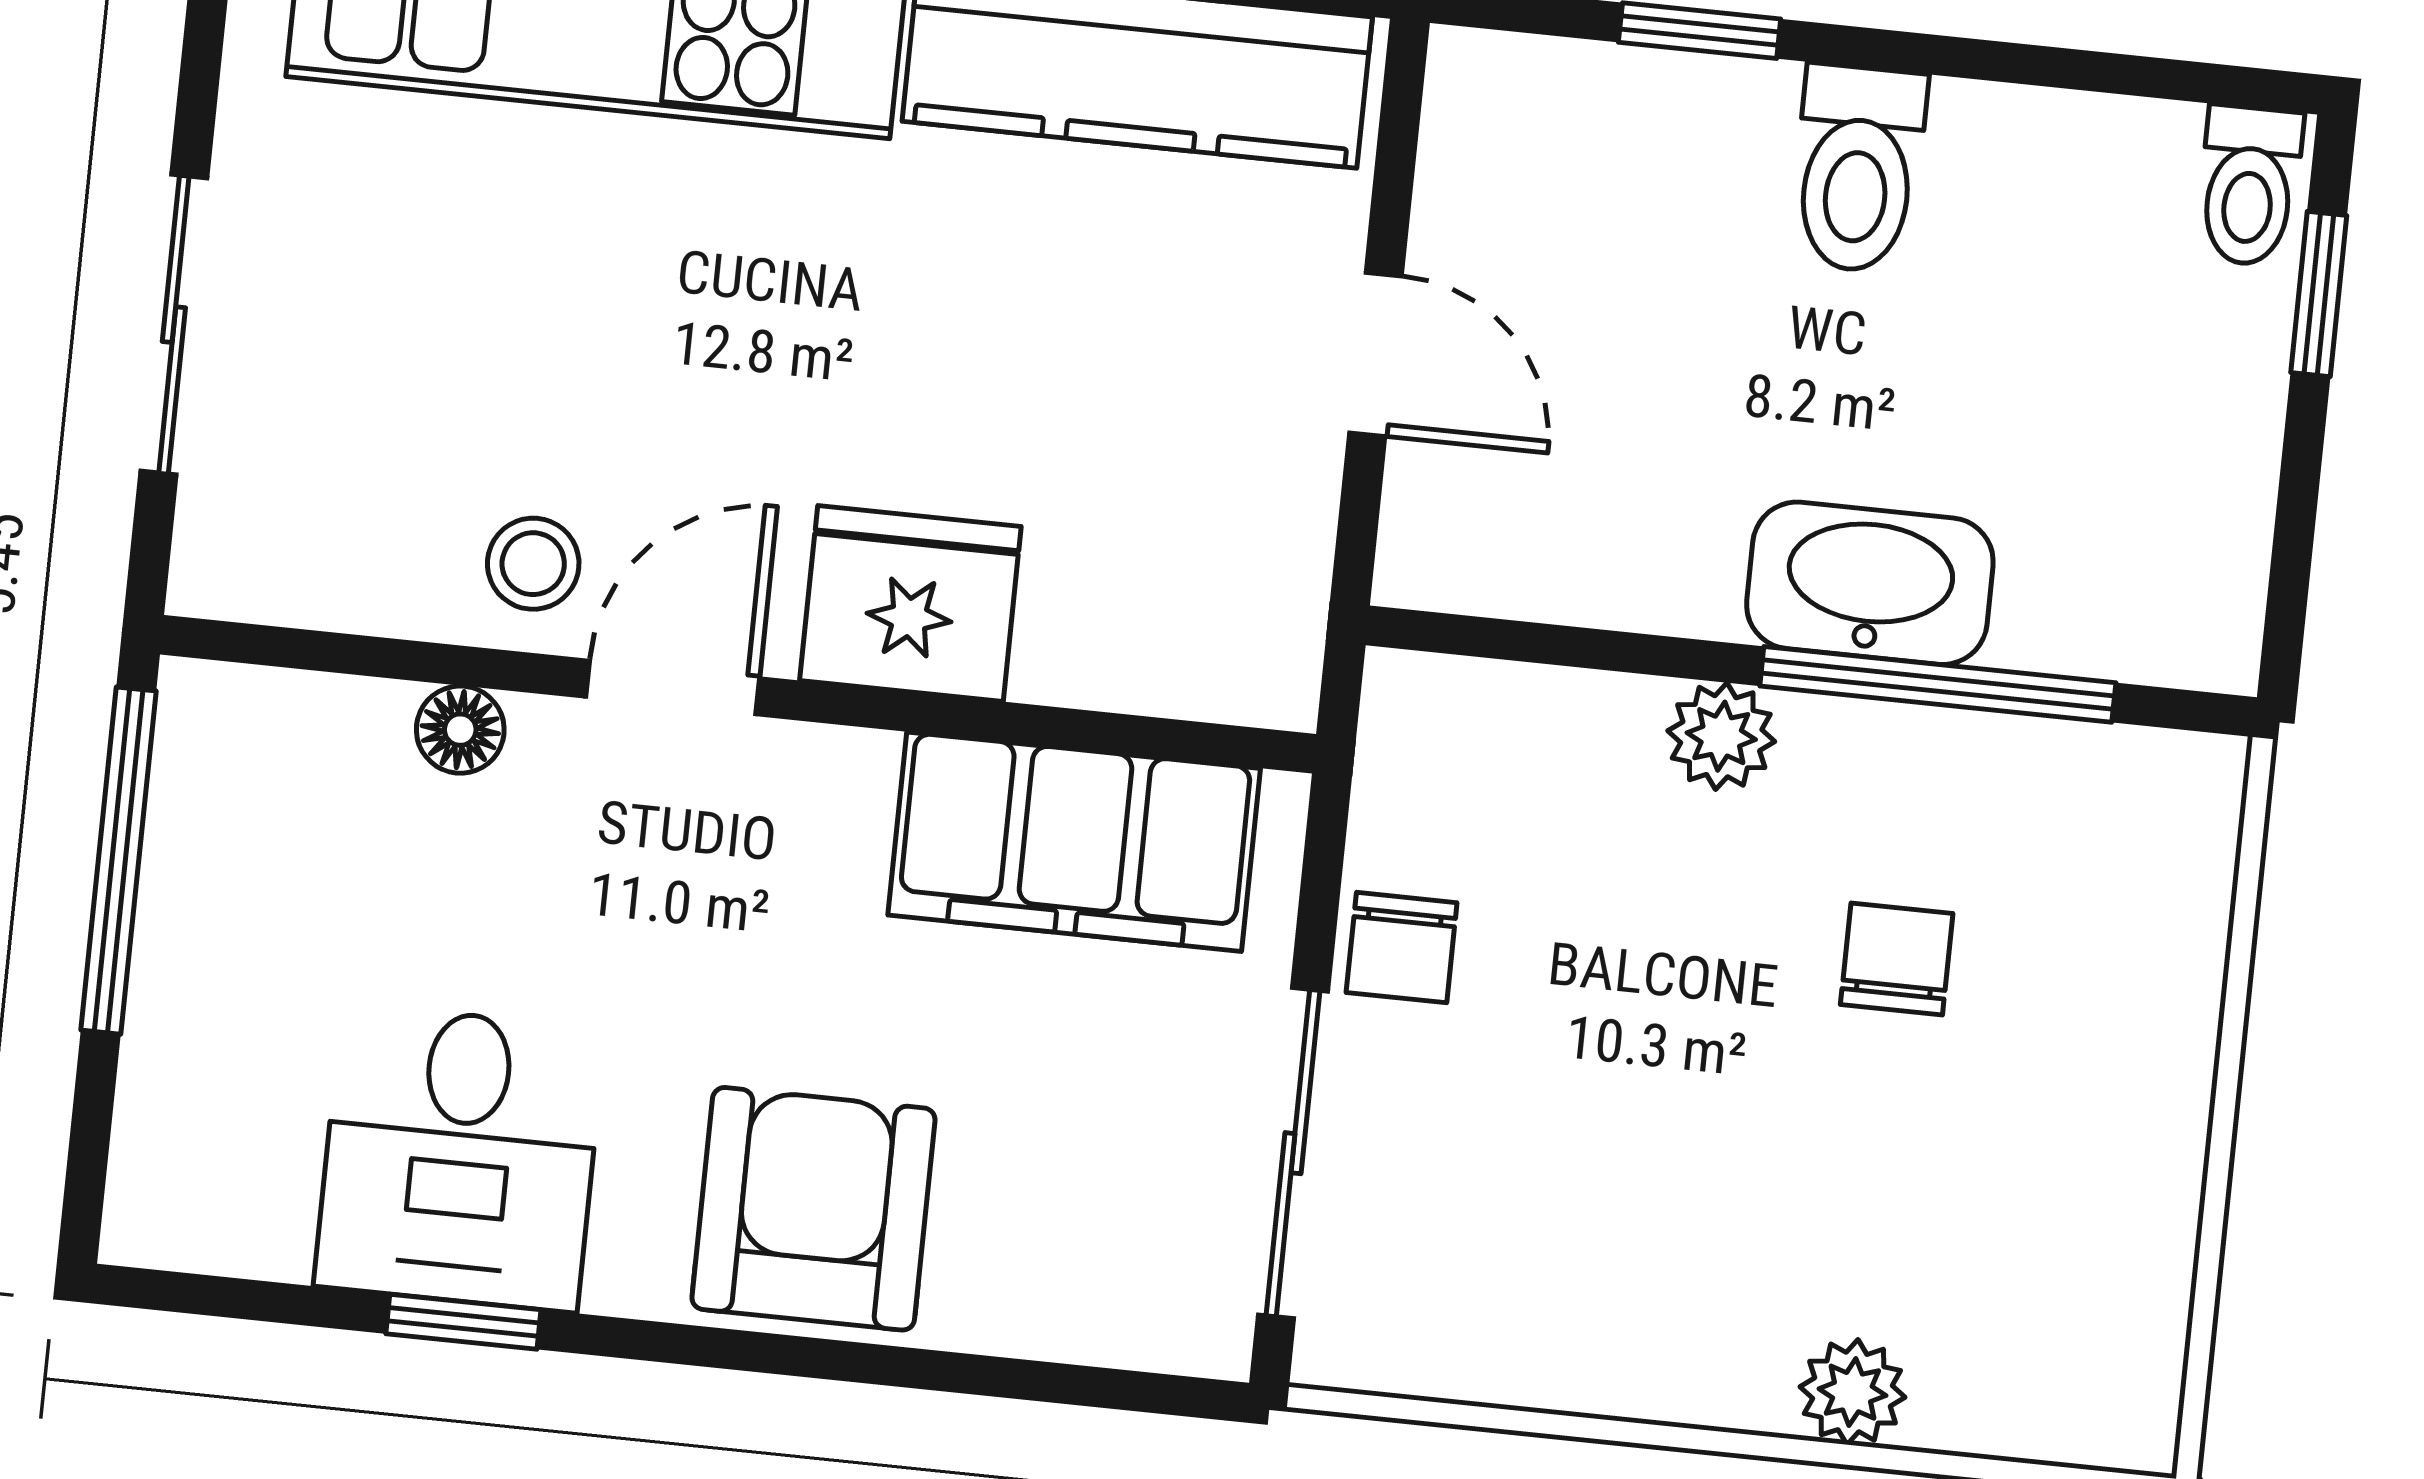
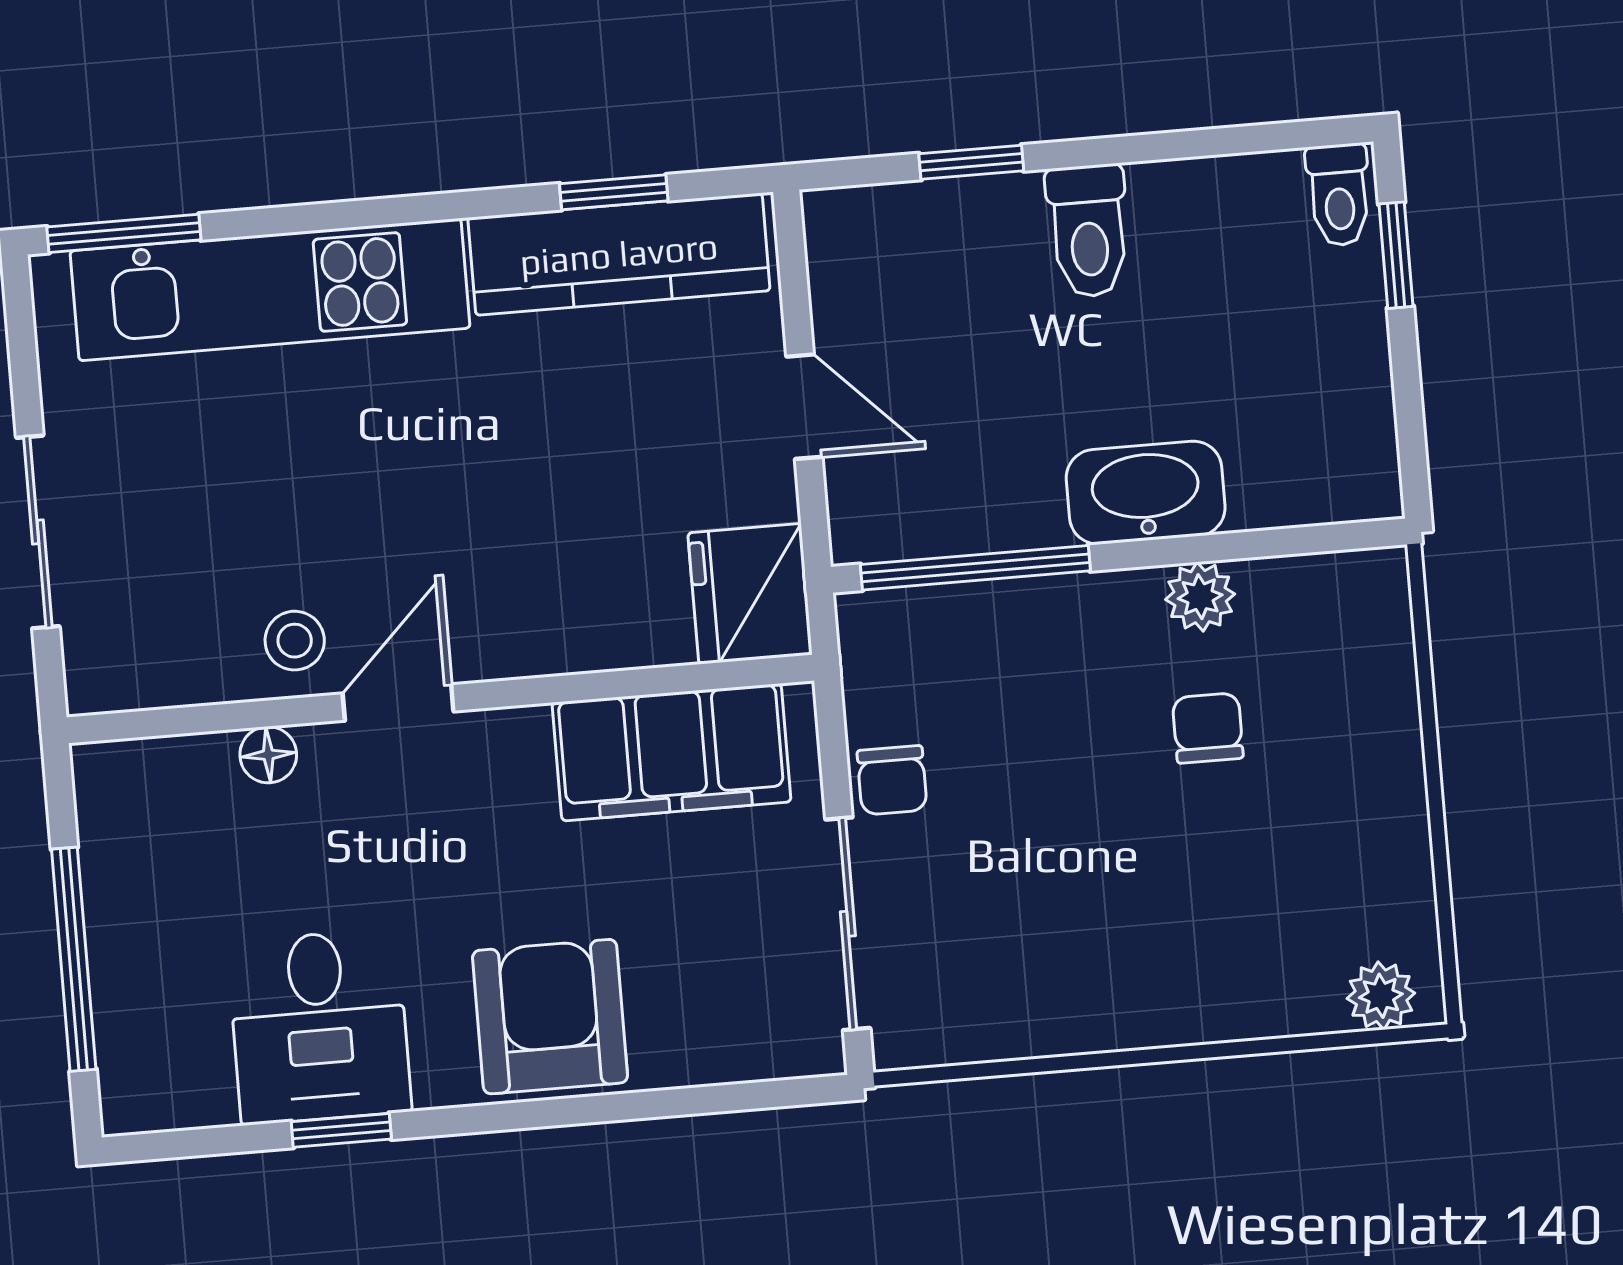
fridge: (910, 604) -> (750, 594), moved, turned -90
window: (1938, 684) -> (975, 568), moved
plant: (1721, 736) -> (1200, 597), moved
window: (119, 861) -> (74, 959), moved
plant: (1852, 1392) -> (1381, 996), moved

